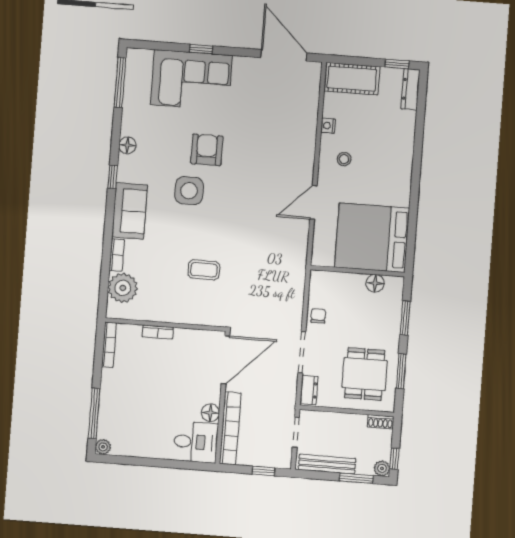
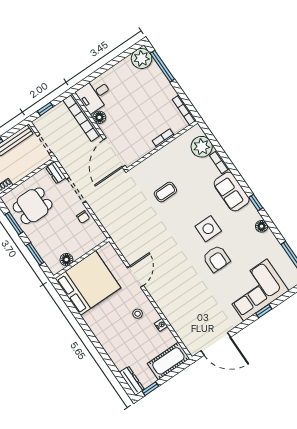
dining table: (365, 374) -> (33, 206), turned 90
plant: (103, 447) -> (142, 59), width x1.87, depth x1.87

